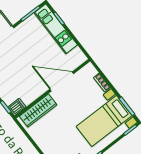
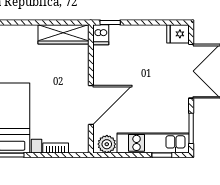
plant: (77, 55) -> (107, 144), added
wardrobe: (38, 111) -> (63, 34), moved, turned -90

